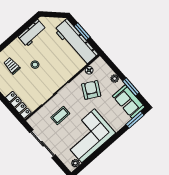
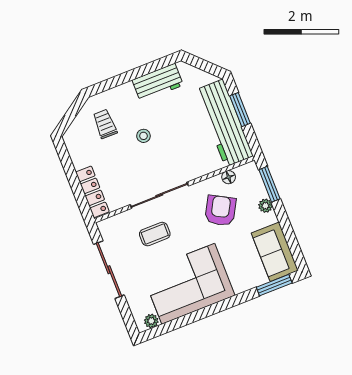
window: (131, 87) -> (269, 184), moved

